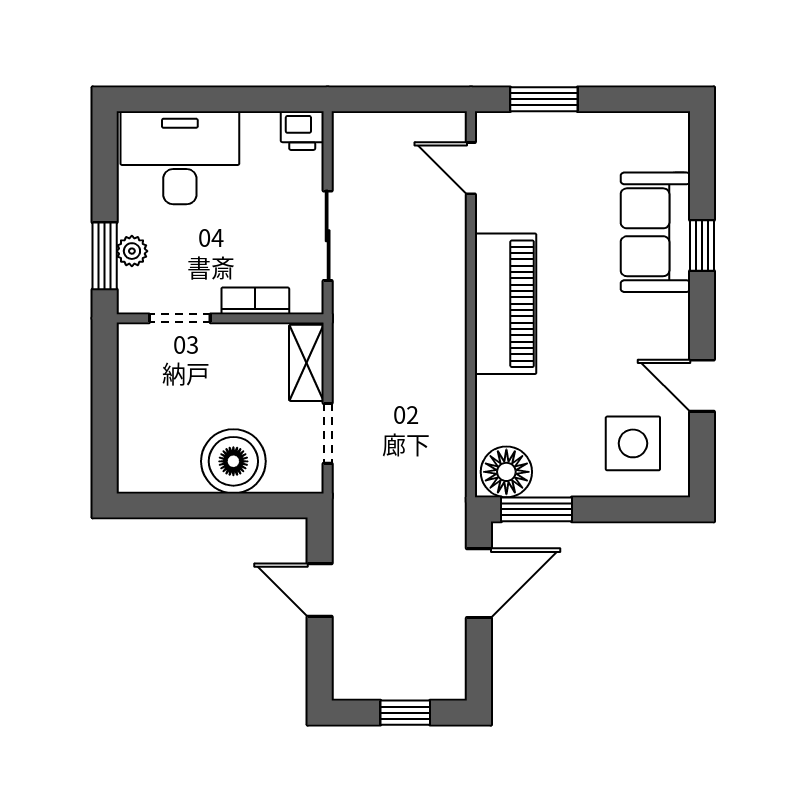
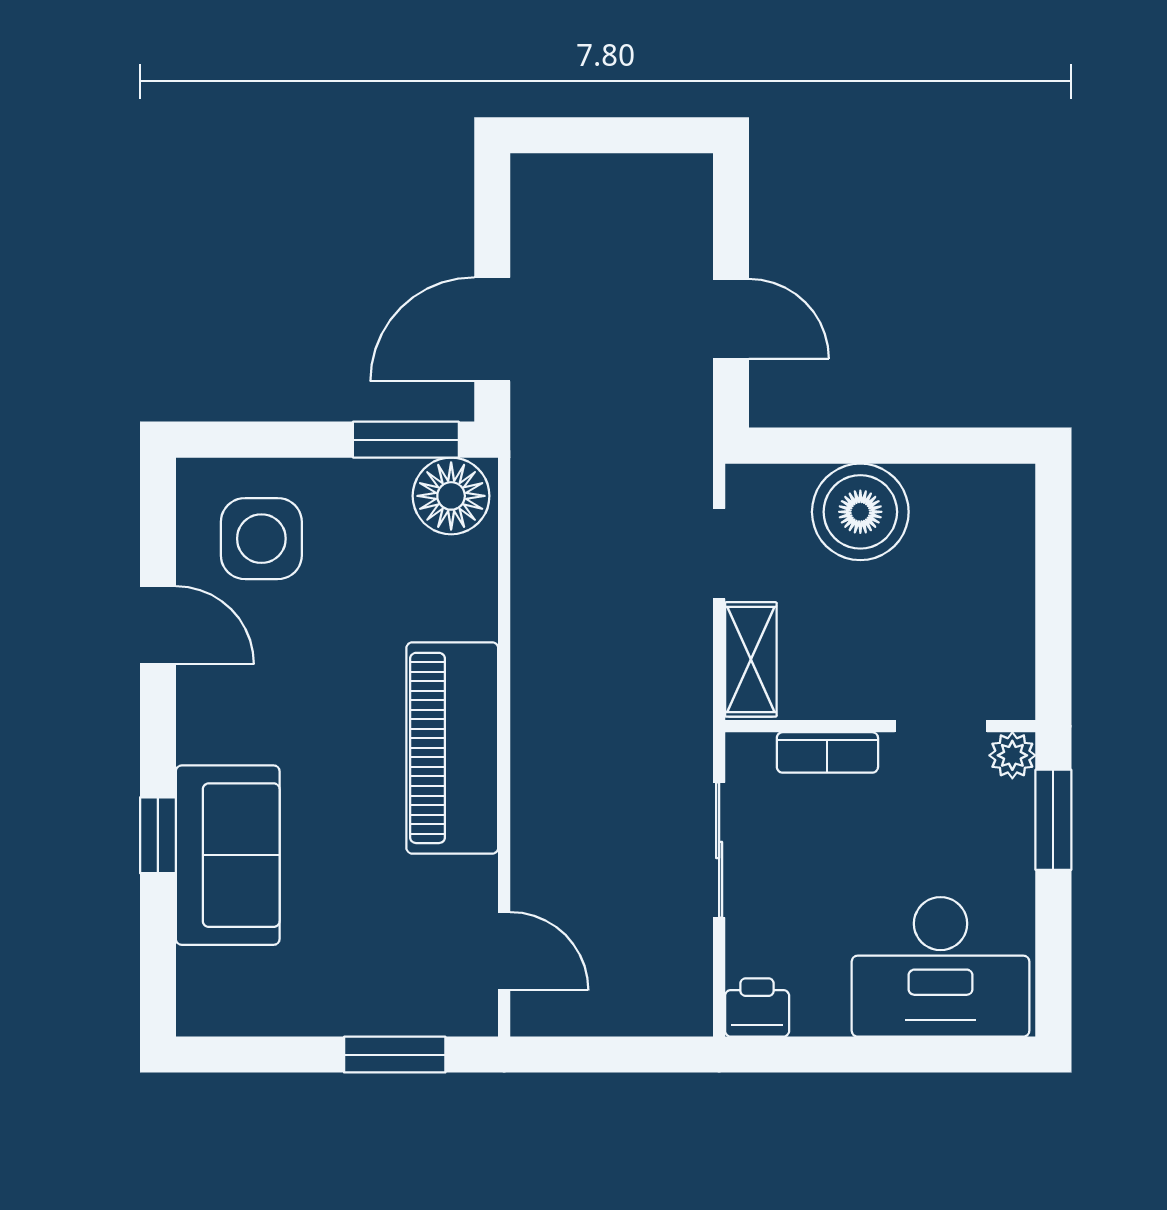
plant: (132, 251) -> (1012, 755), moved
window: (405, 713) -> (603, 135), removed

